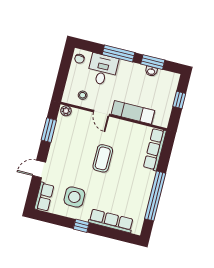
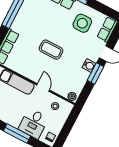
window: (49, 130) -> (96, 74), moved
water cooler: (55, 151) -> (89, 65), added
coffee table: (103, 158) -> (51, 50), turned 90

